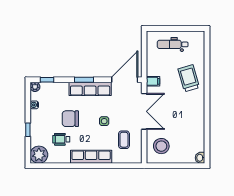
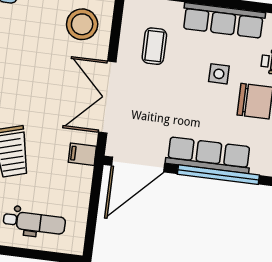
window: (84, 80) -> (218, 175), width x2.11
side table: (104, 121) -> (219, 74), moved

